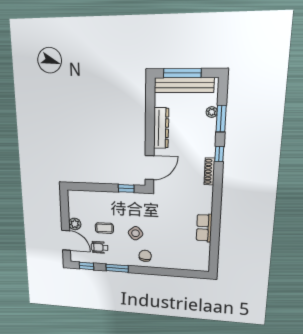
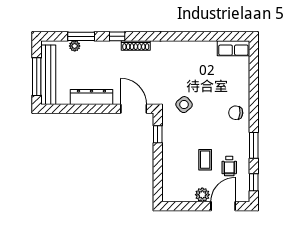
row of seats: (204, 228) -> (233, 48), moved
side table: (136, 233) -> (184, 105), moved

